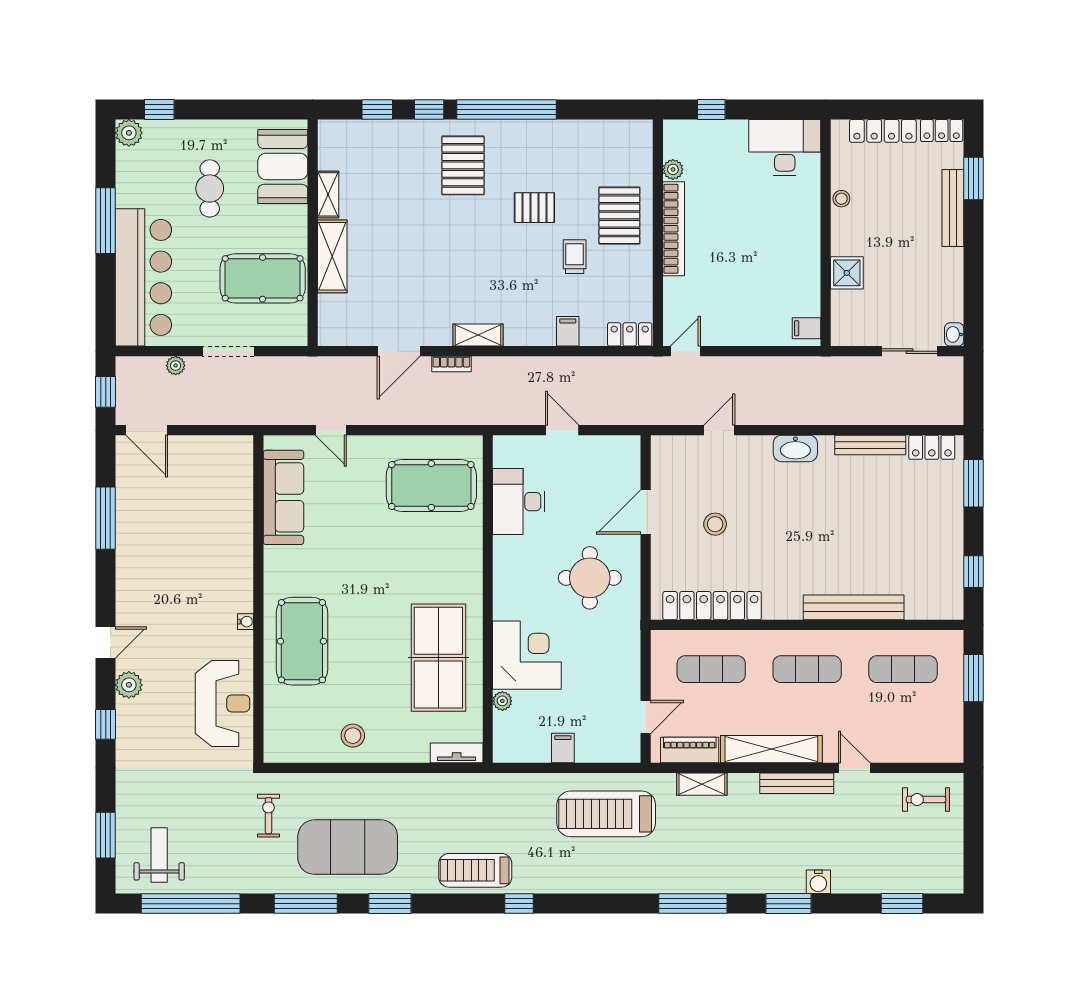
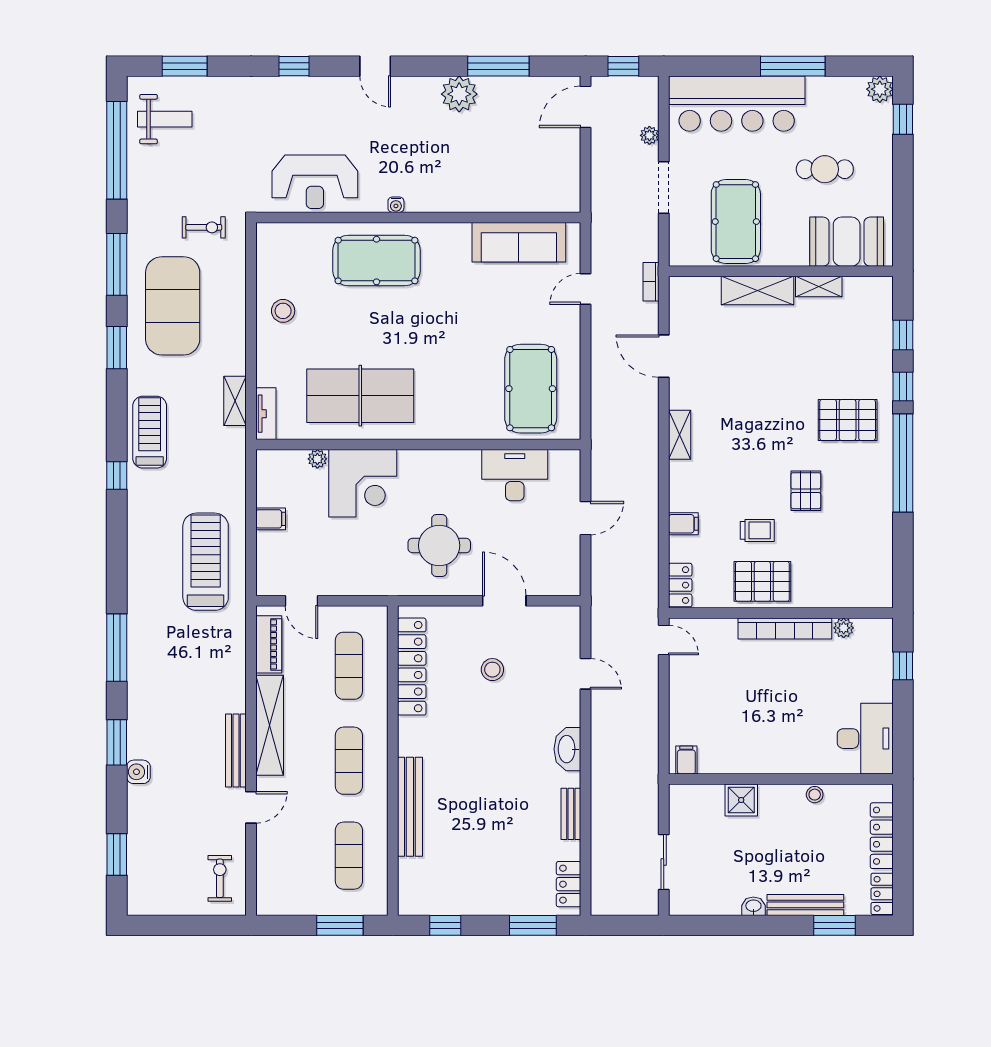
pallet: (619, 216) -> (762, 581), moved
washbasin: (954, 334) -> (753, 906), moved
bookcase: (451, 364) -> (651, 282), moved
bench: (870, 445) -> (571, 814), width x0.73
plant: (129, 685) -> (459, 94), moved, width x1.36, depth x1.36
shelving: (702, 784) -> (235, 401), moved

